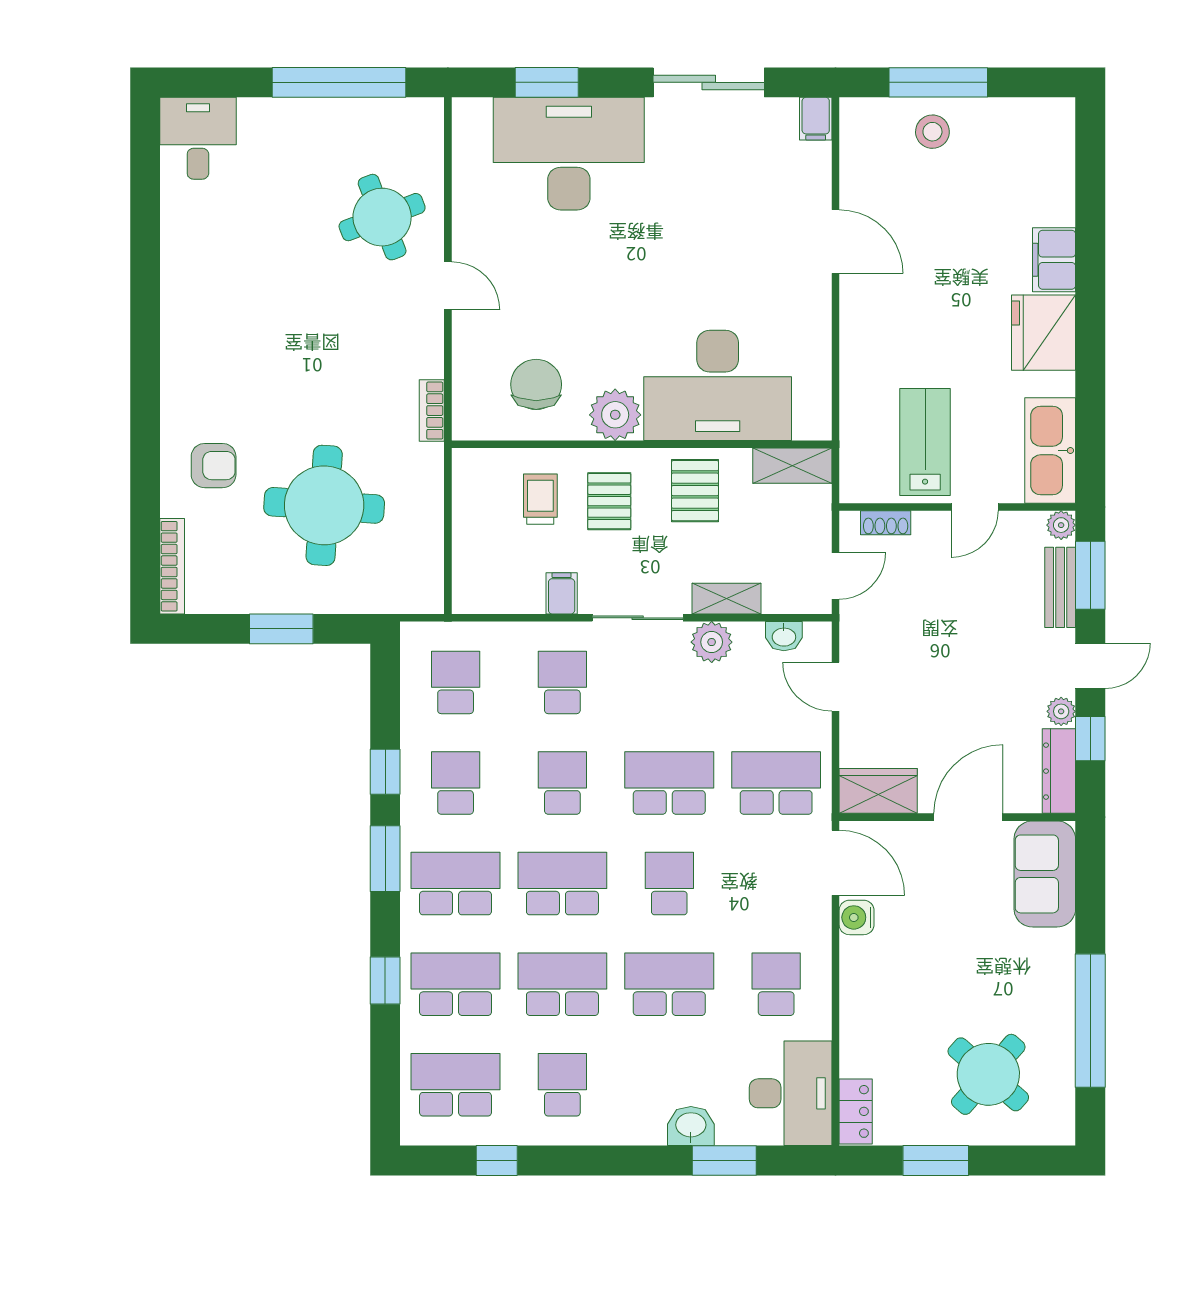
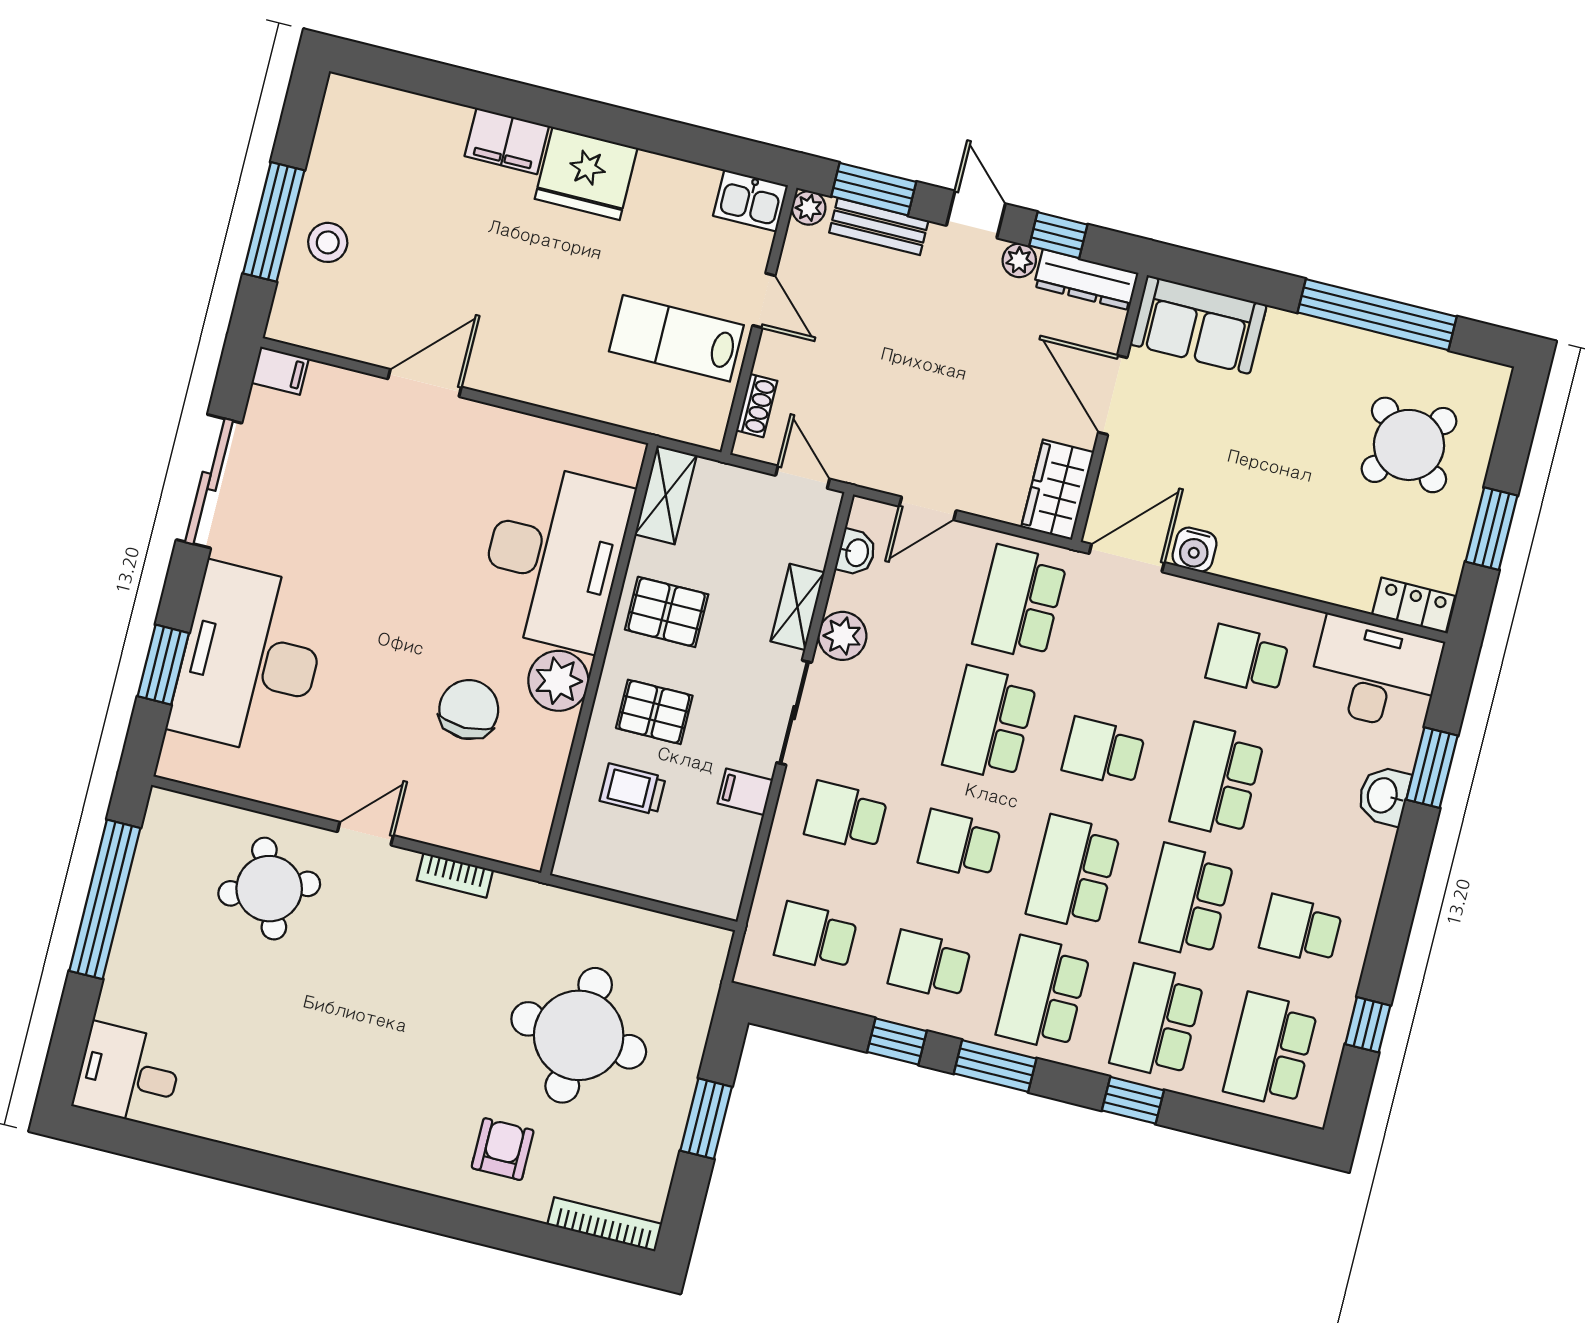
chair: (536, 384) -> (469, 709), moved, turned 90
bookcase: (432, 411) -> (455, 875), moved
kitchen sink: (1050, 450) -> (751, 201), width x0.53, depth x0.81

